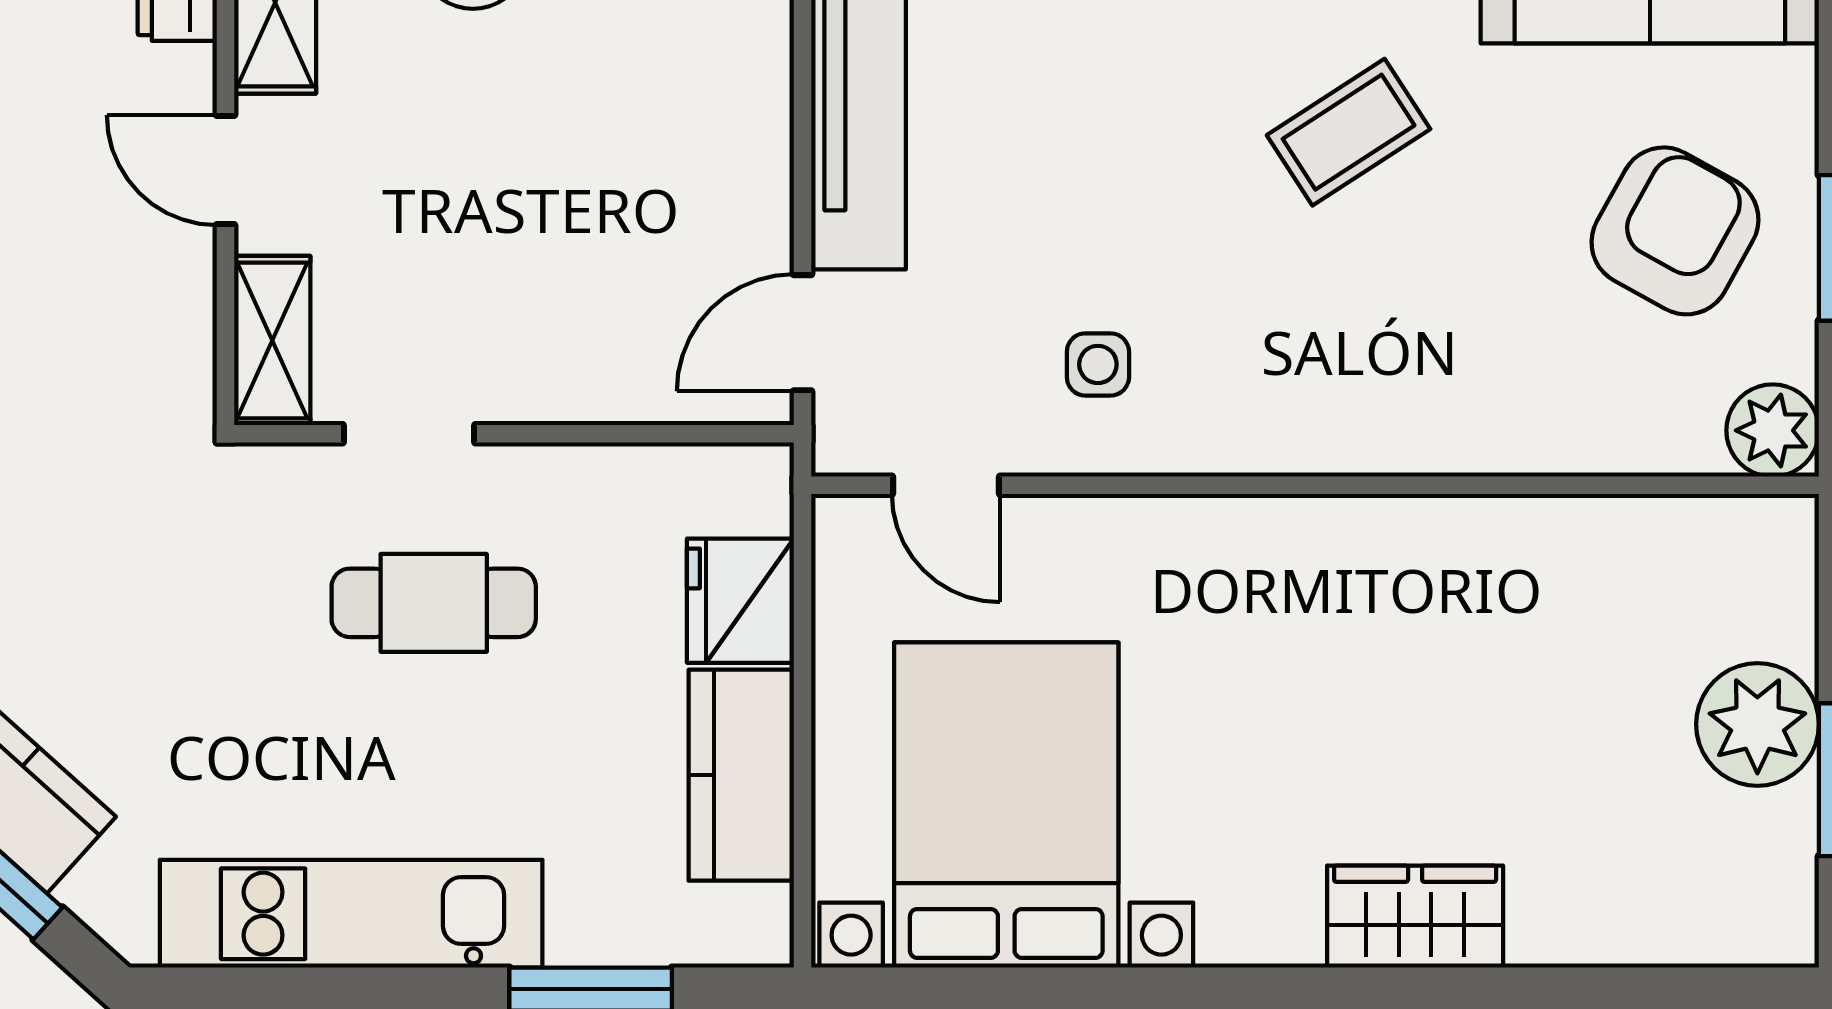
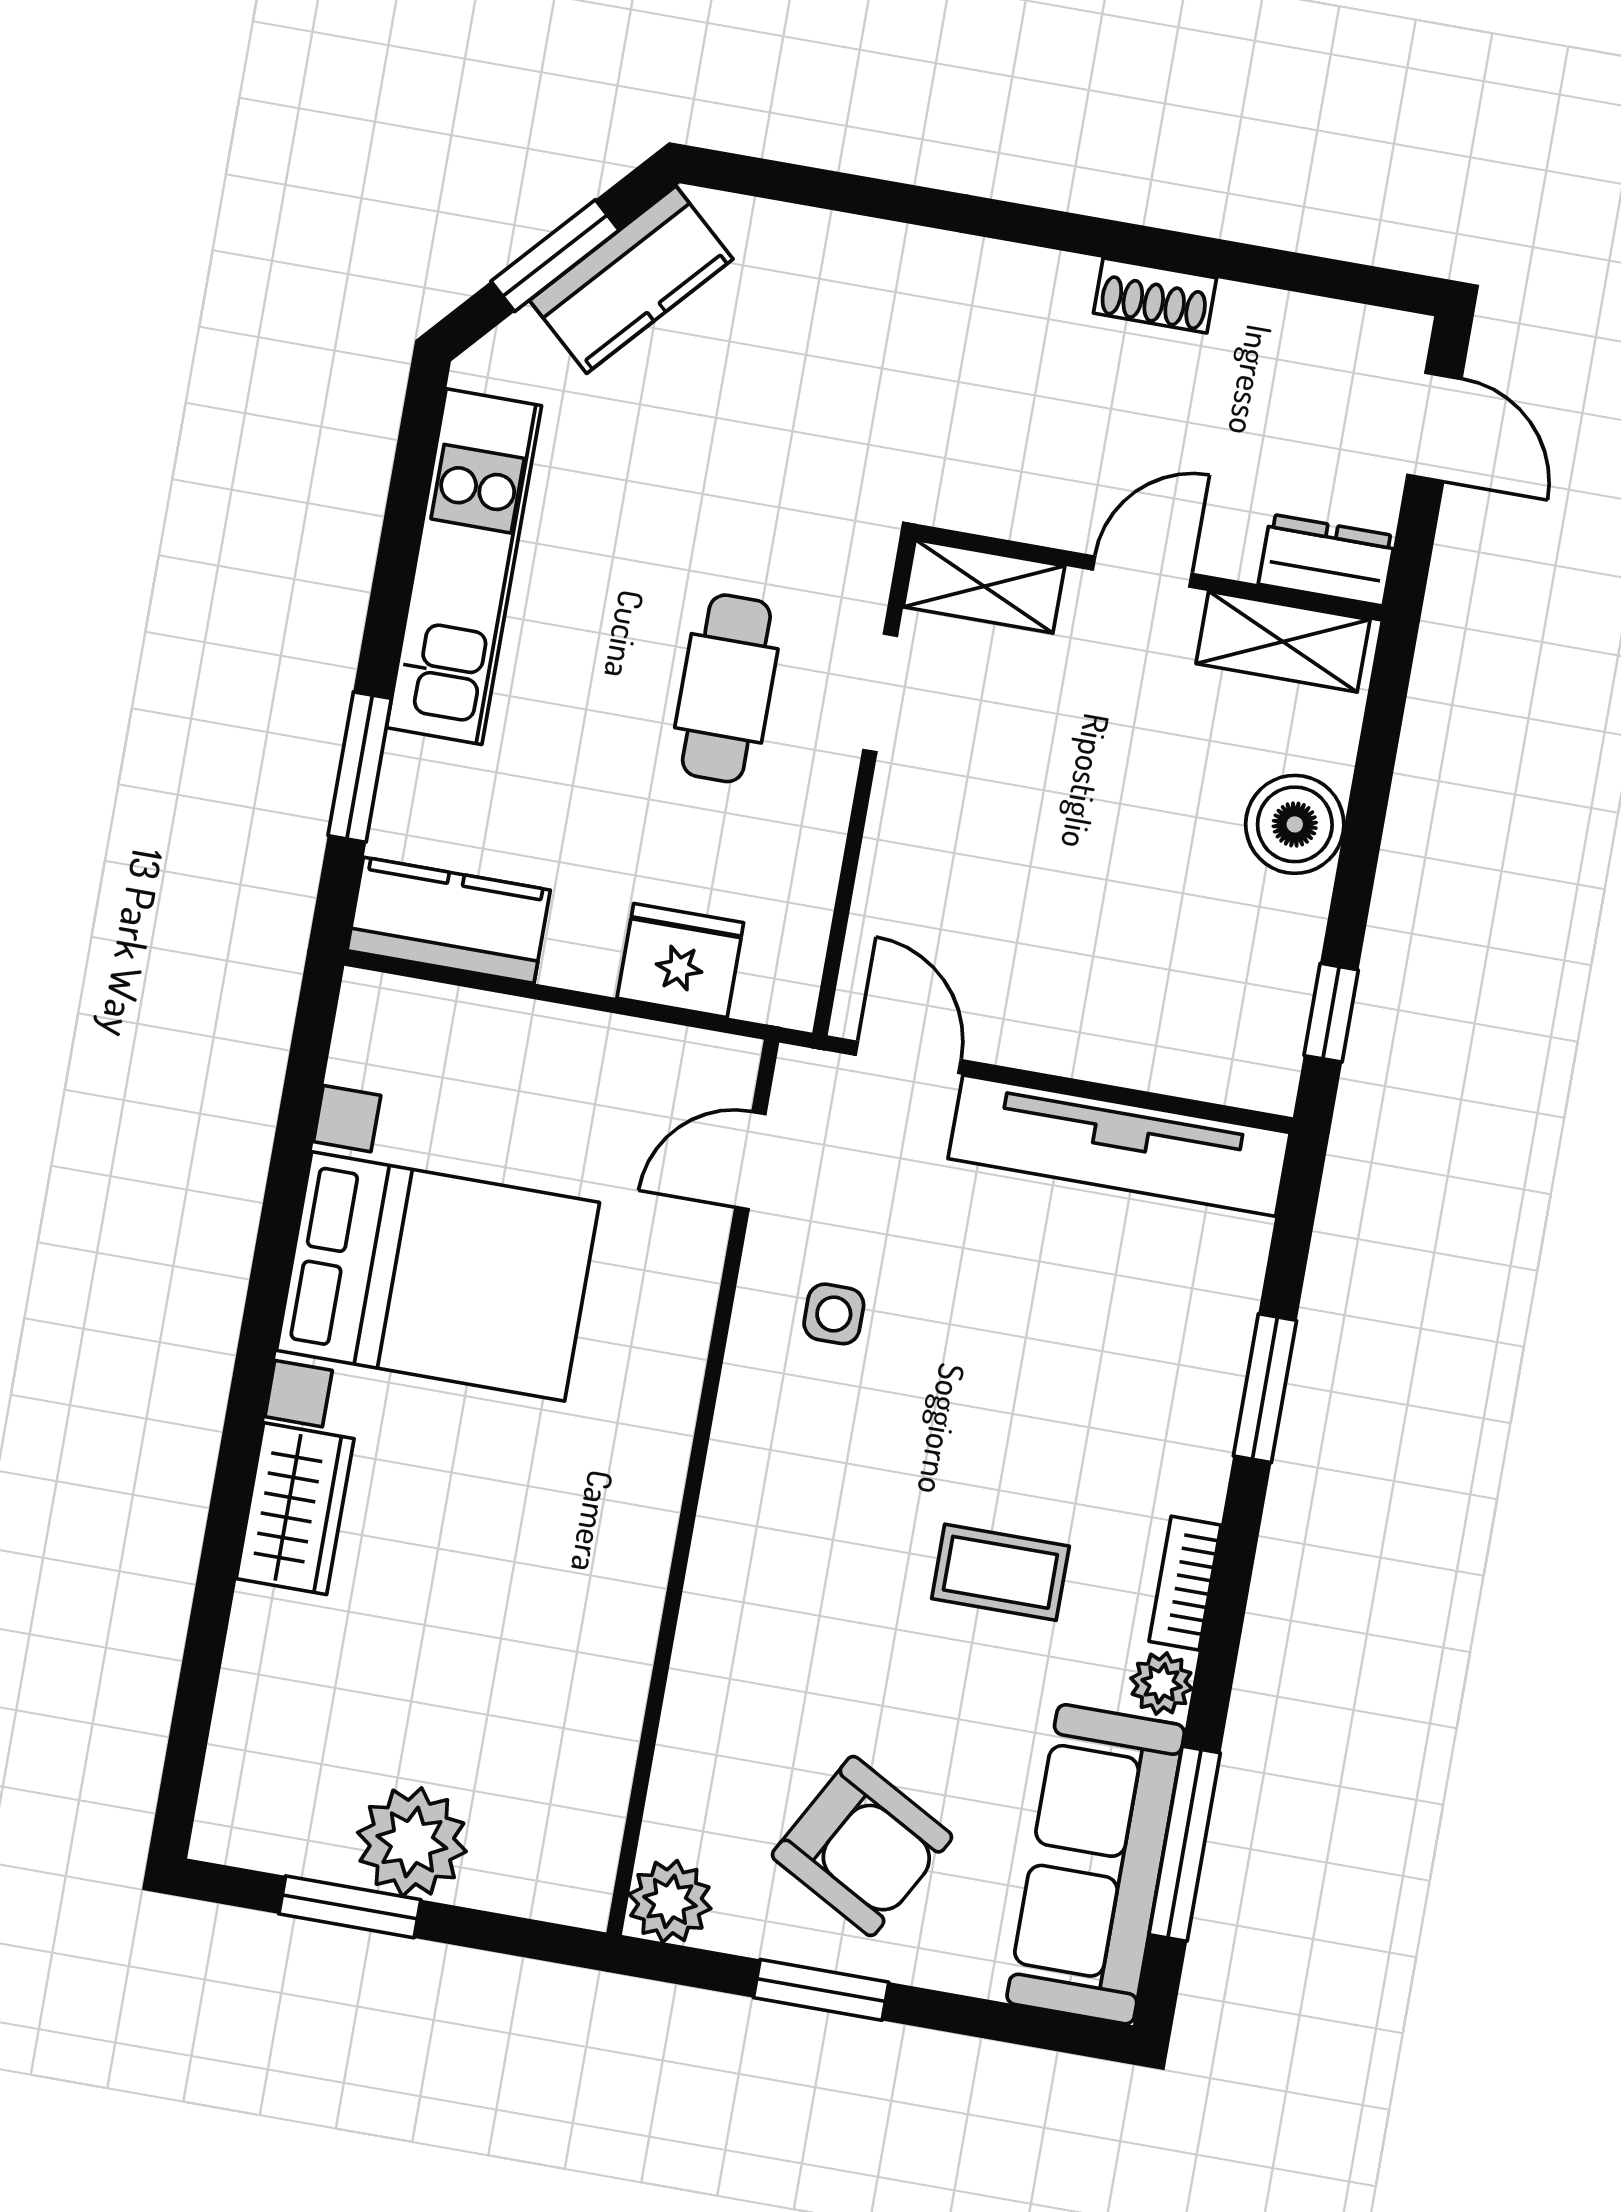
coffee table: (1349, 132) -> (1000, 1572), turned -57
kitchen counter: (741, 775) -> (449, 920), moved
bed with nightstands: (1006, 805) -> (438, 1276), moved

